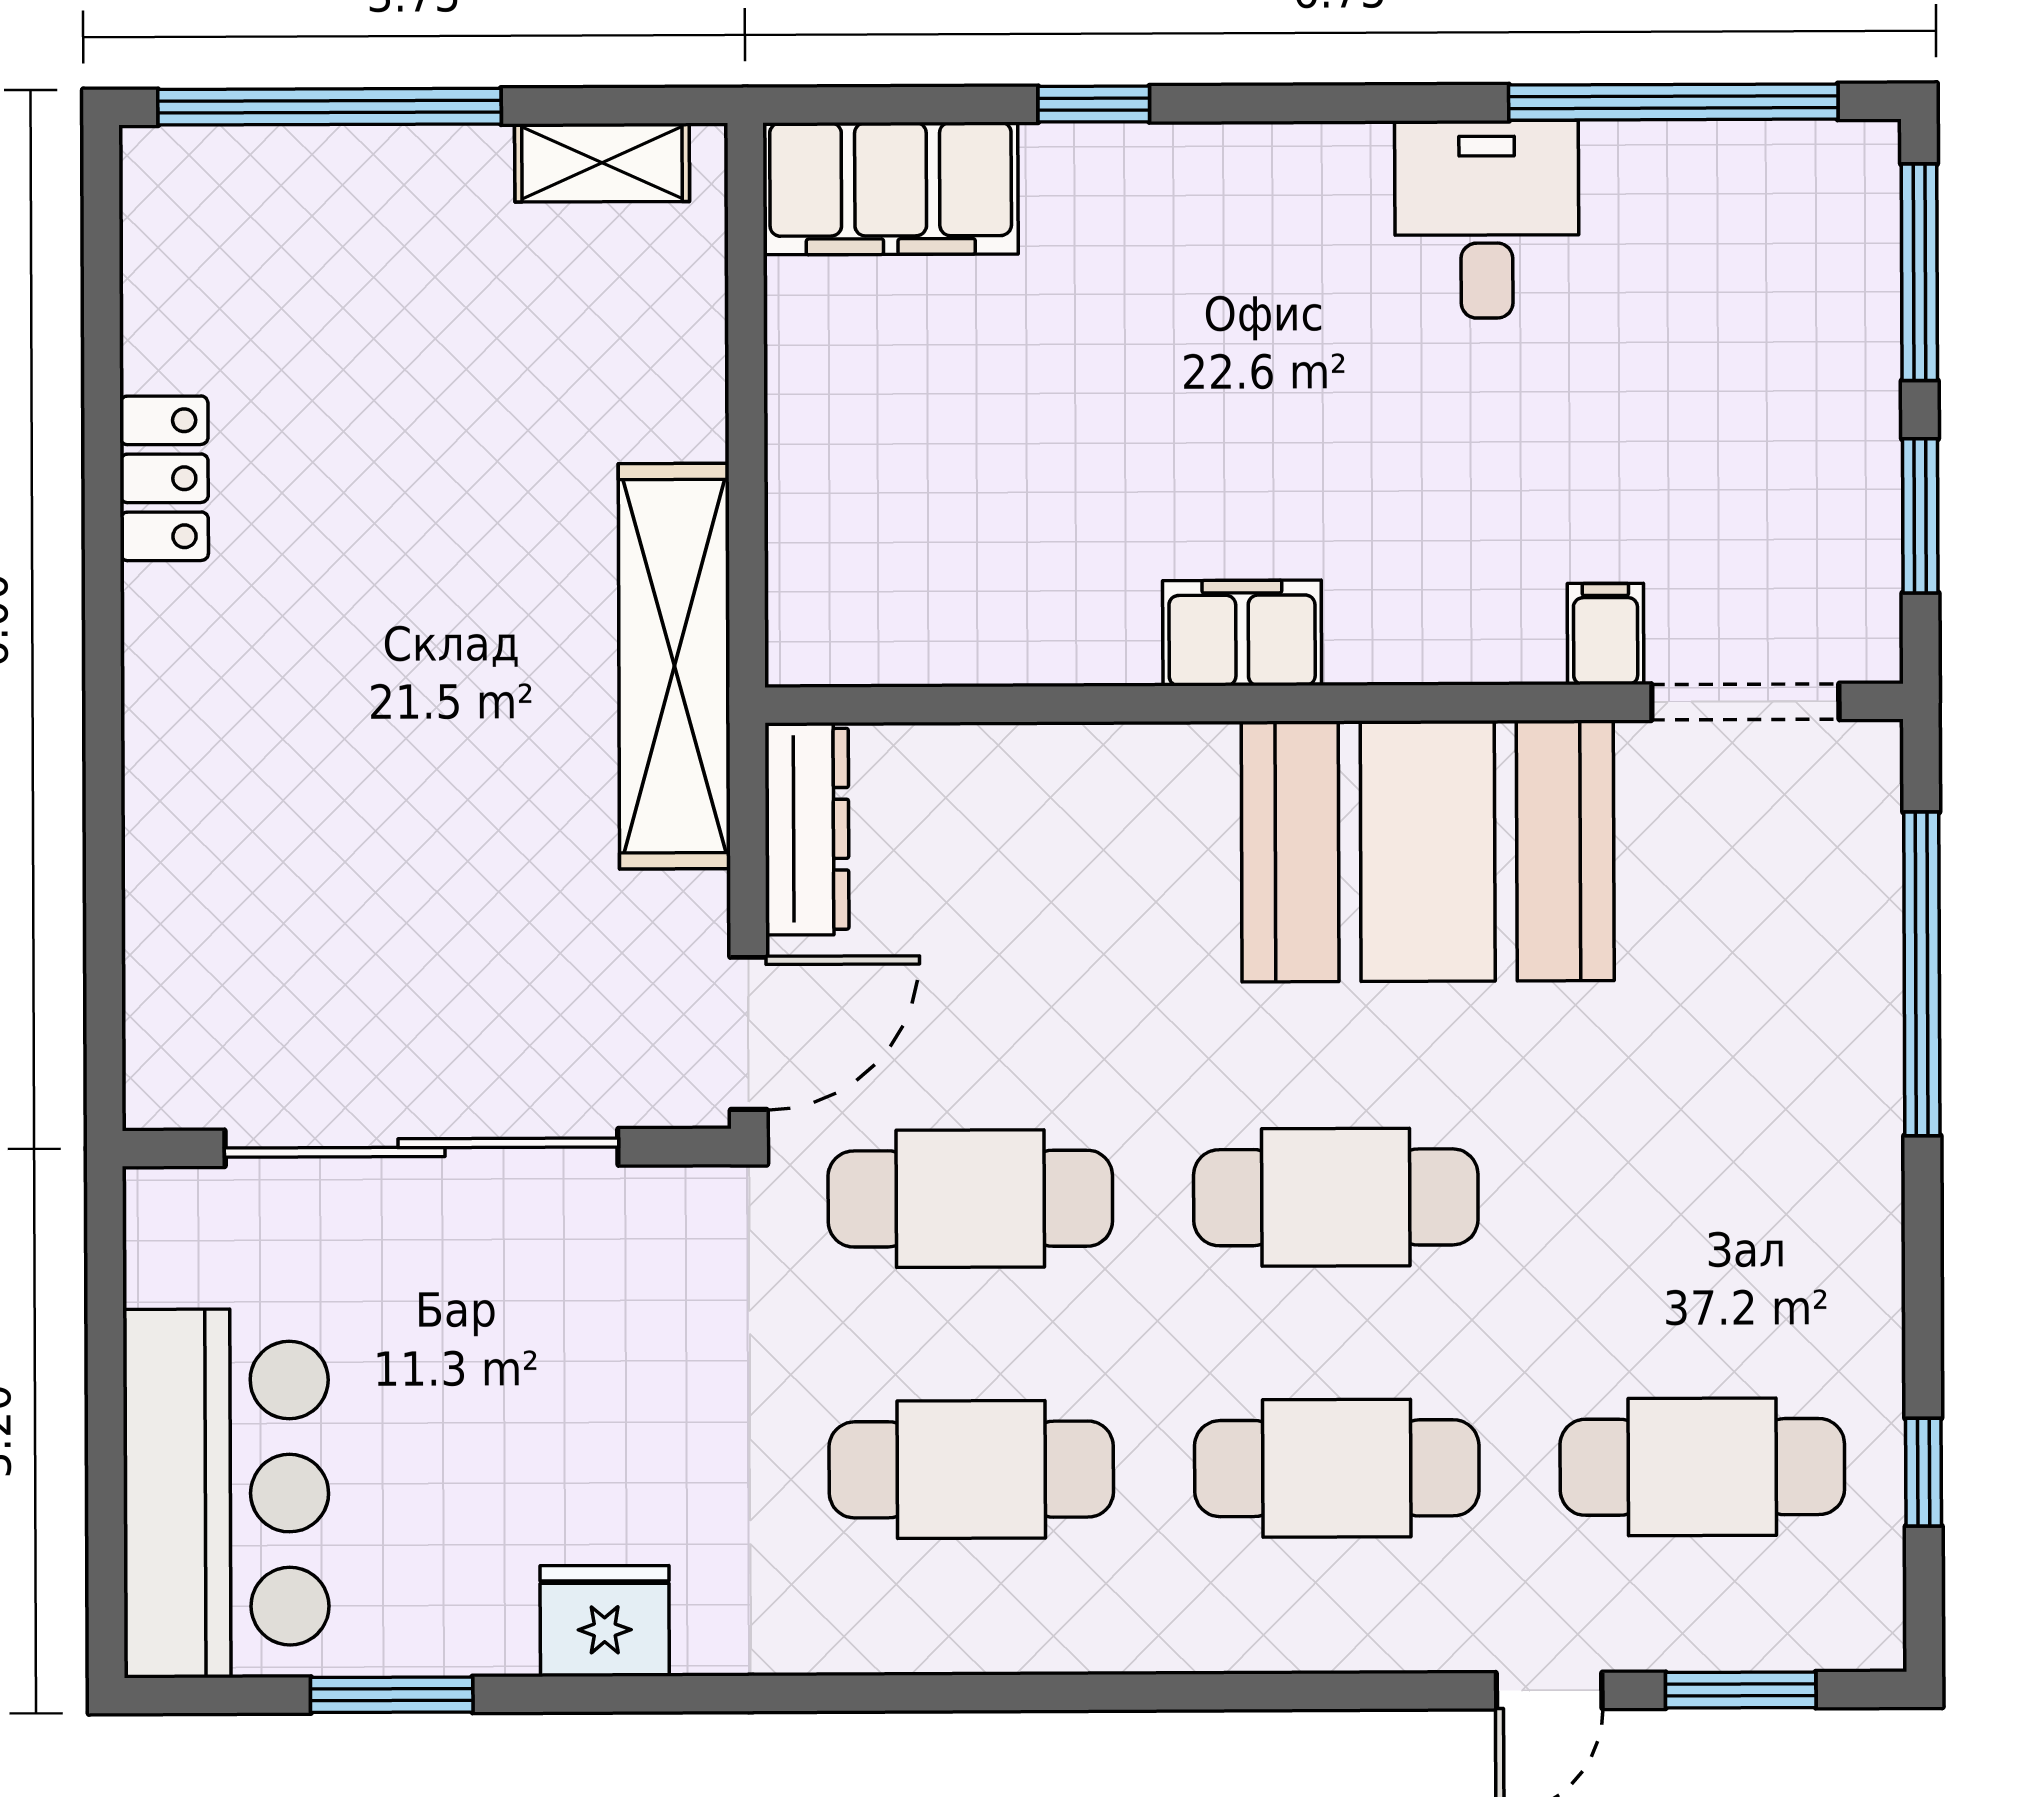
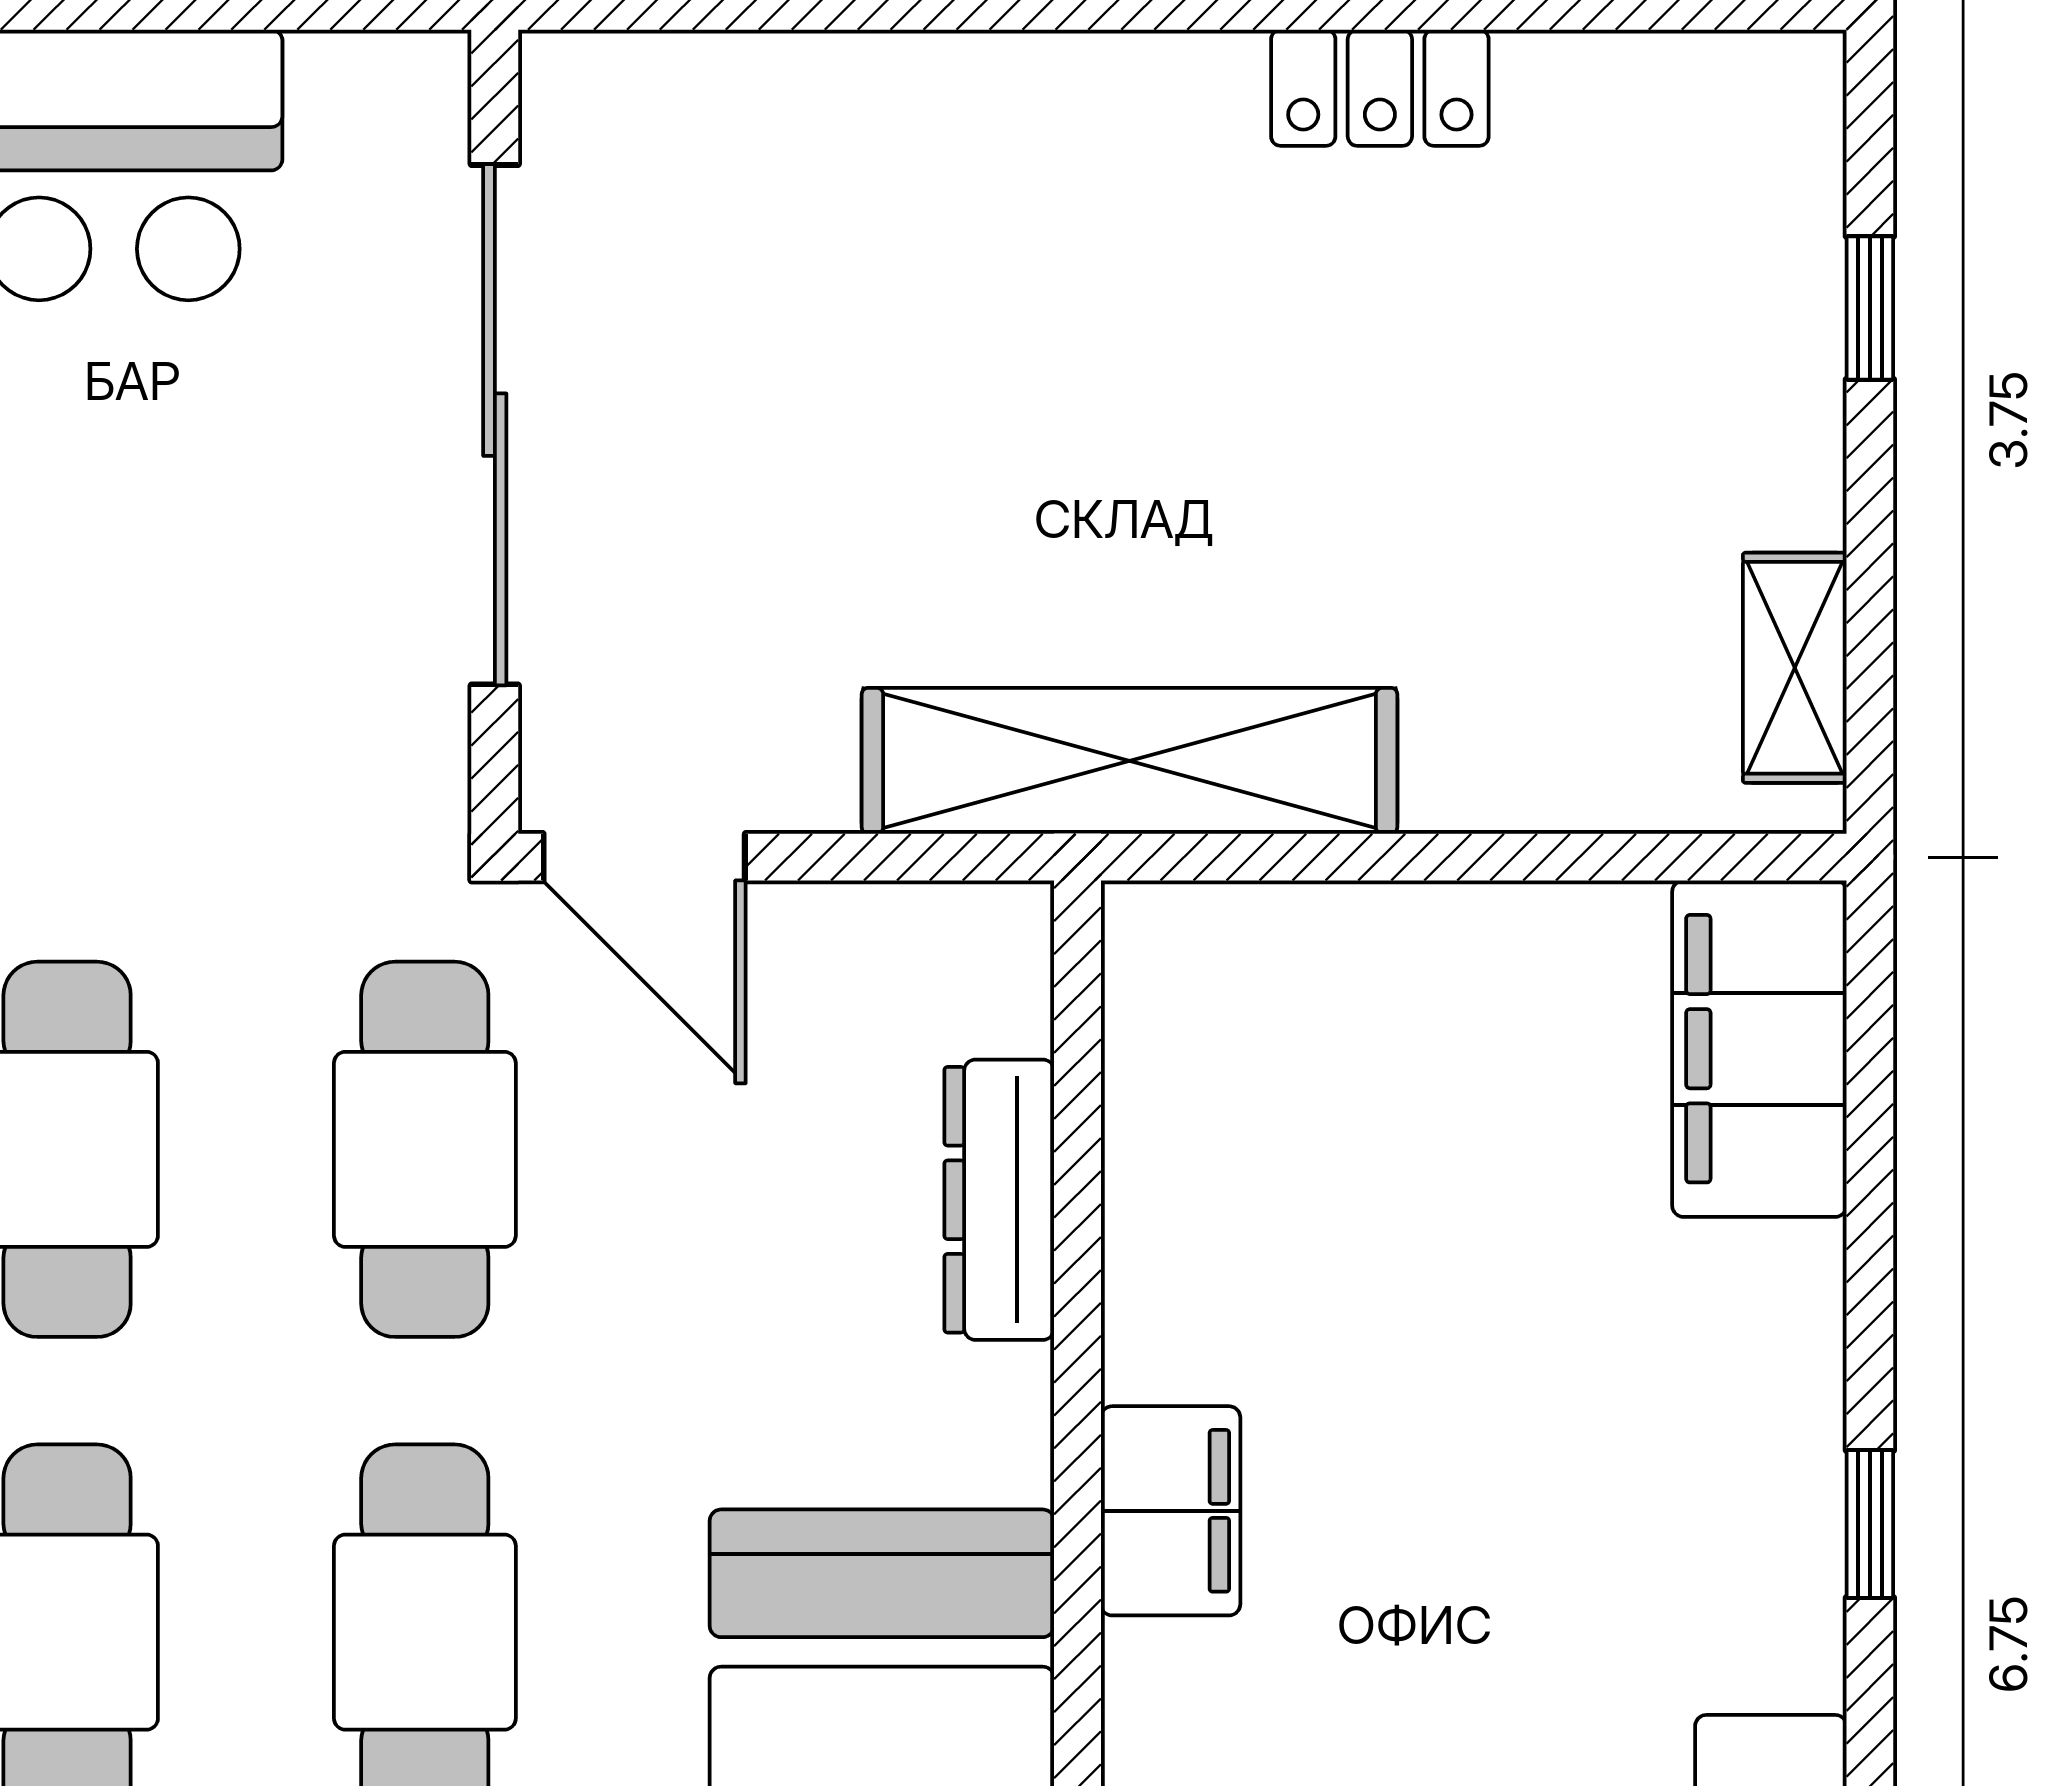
window: (1094, 104) -> (1870, 1524), moved
window: (329, 107) -> (1870, 308), width x0.32
dresser: (807, 829) -> (999, 1200), moved, turned 90

